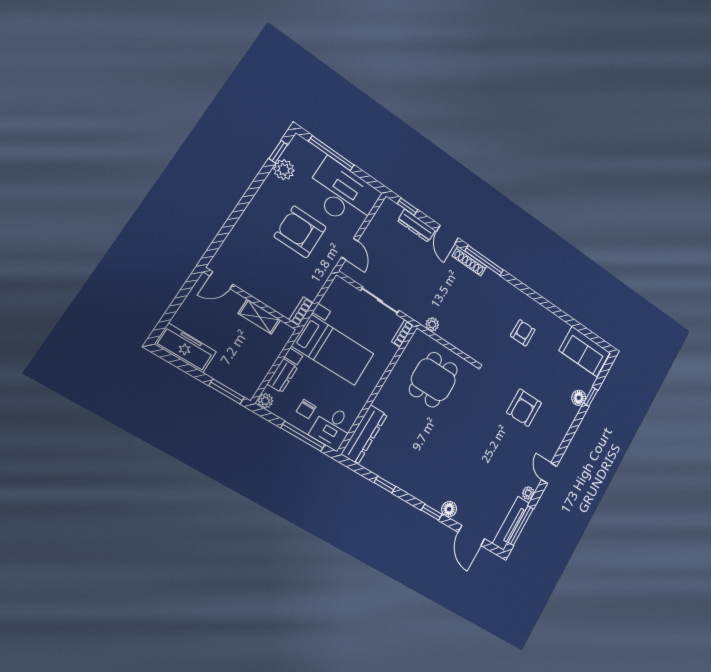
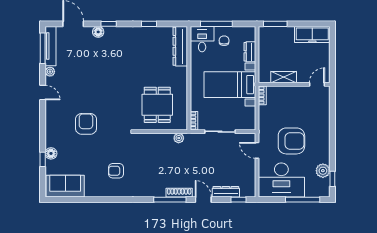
armchair: (523, 333) -> (116, 171), turned 90
plant: (265, 401) -> (250, 31), removed

